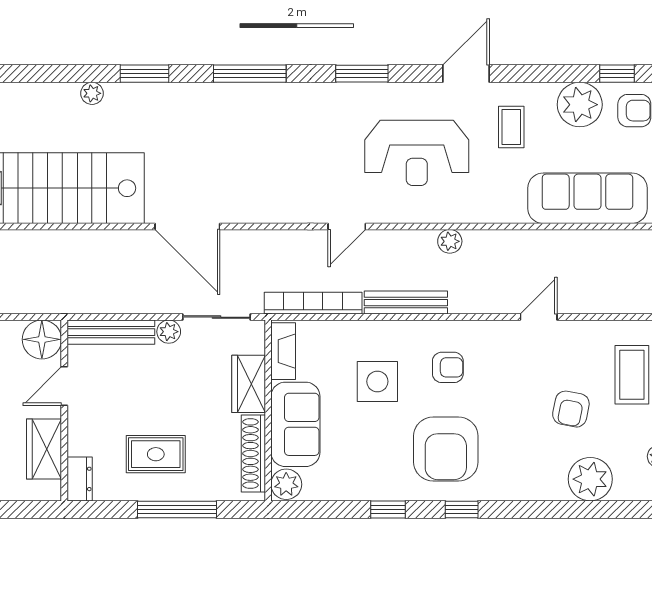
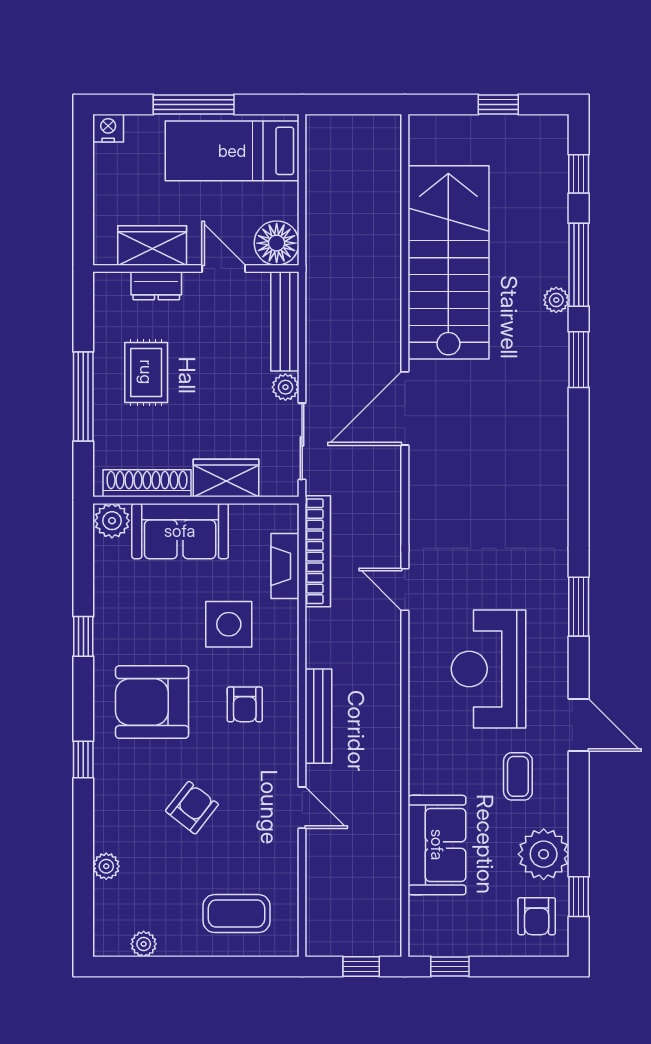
window: (250, 74) -> (579, 265), moved
coffee table: (511, 127) -> (518, 776), turned 90
sofa: (587, 198) -> (437, 845), width x0.73
plant: (450, 241) -> (388, 707), removed
bench: (406, 303) -> (318, 716), moved
fireplace: (283, 351) -> (285, 566), moved, turned 90
armchair: (571, 409) -> (192, 808), moved, turned 117
dresser: (80, 479) -> (156, 286), moved
plant: (590, 479) -> (106, 866), width x0.53, depth x0.53
window: (462, 510) -> (83, 759), moved

